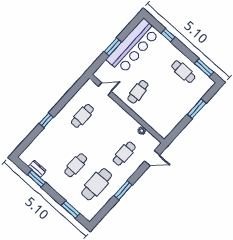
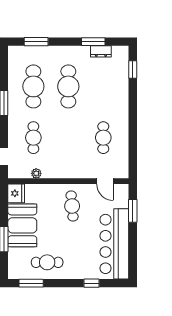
window: (113, 47) -> (133, 211), moved
door: (105, 89) -> (105, 181), hinge flipped
booth: (178, 107) -> (22, 225), added
window: (46, 120) -> (133, 70), moved
fridge: (165, 130) -> (16, 193), added
cafe table: (76, 165) -> (68, 86), width x1.37, depth x1.35

